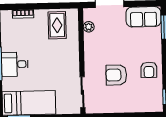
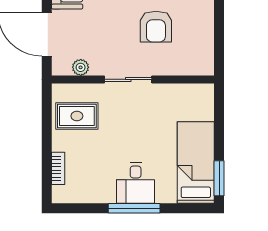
sliding door: (82, 92) -> (128, 79), moved

